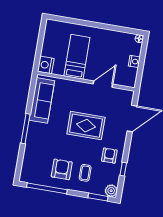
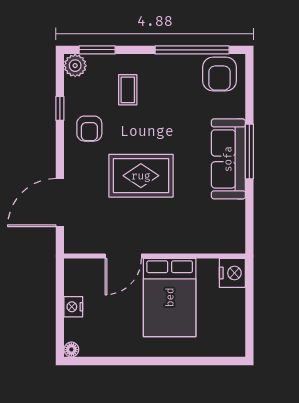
bed: (77, 57) -> (170, 297), width x1.50
sofa: (42, 100) -> (228, 159), moved
armchair: (62, 169) -> (220, 74), moved

